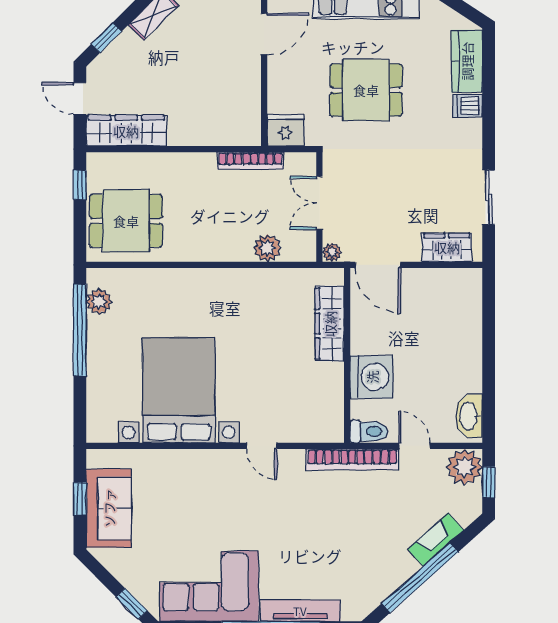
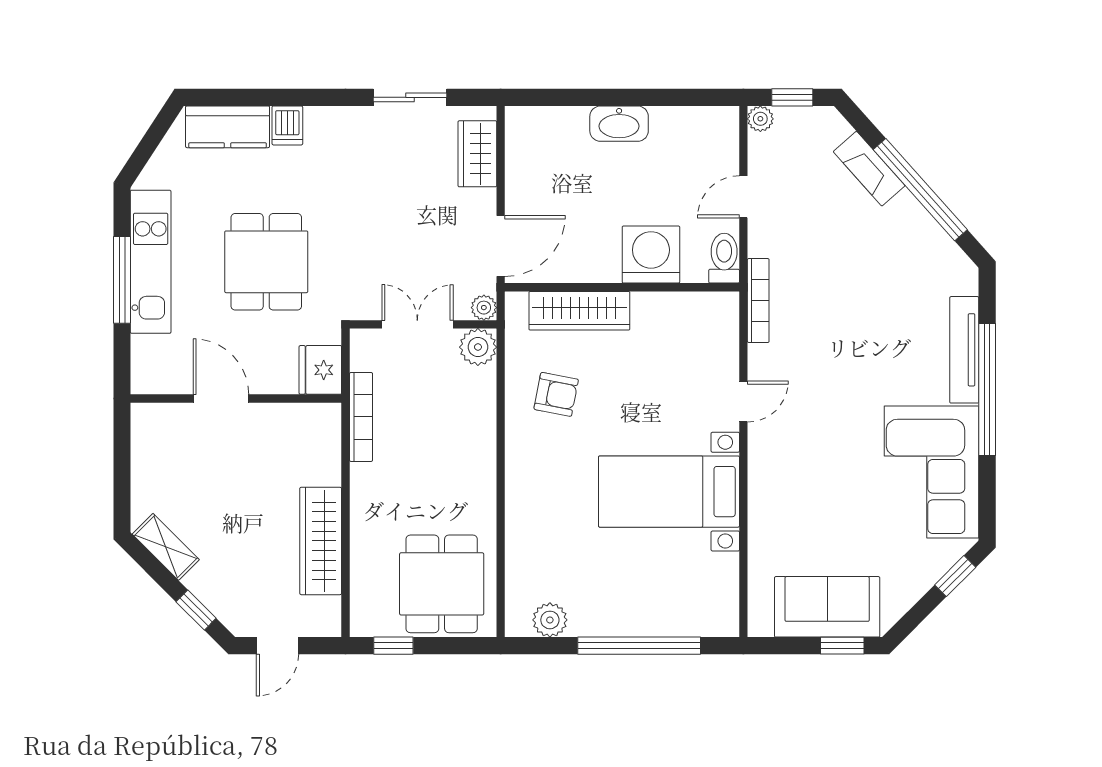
door: (264, 34) -> (221, 399), moved
wardrobe: (126, 131) -> (321, 541), moved
double door: (319, 203) -> (417, 324), swing flipped
plant: (267, 248) -> (478, 347), moved
armchair: (267, 306) -> (556, 394), added
window: (80, 330) -> (639, 646), moved
bed with nightstands: (179, 390) -> (669, 492), width x0.73
washbasin: (469, 416) -> (619, 124), moved
bookcase: (352, 459) -> (758, 301), width x0.68, depth x0.76
plant: (464, 467) -> (760, 119), width x0.53, depth x0.53
window: (80, 499) -> (842, 646), moved

